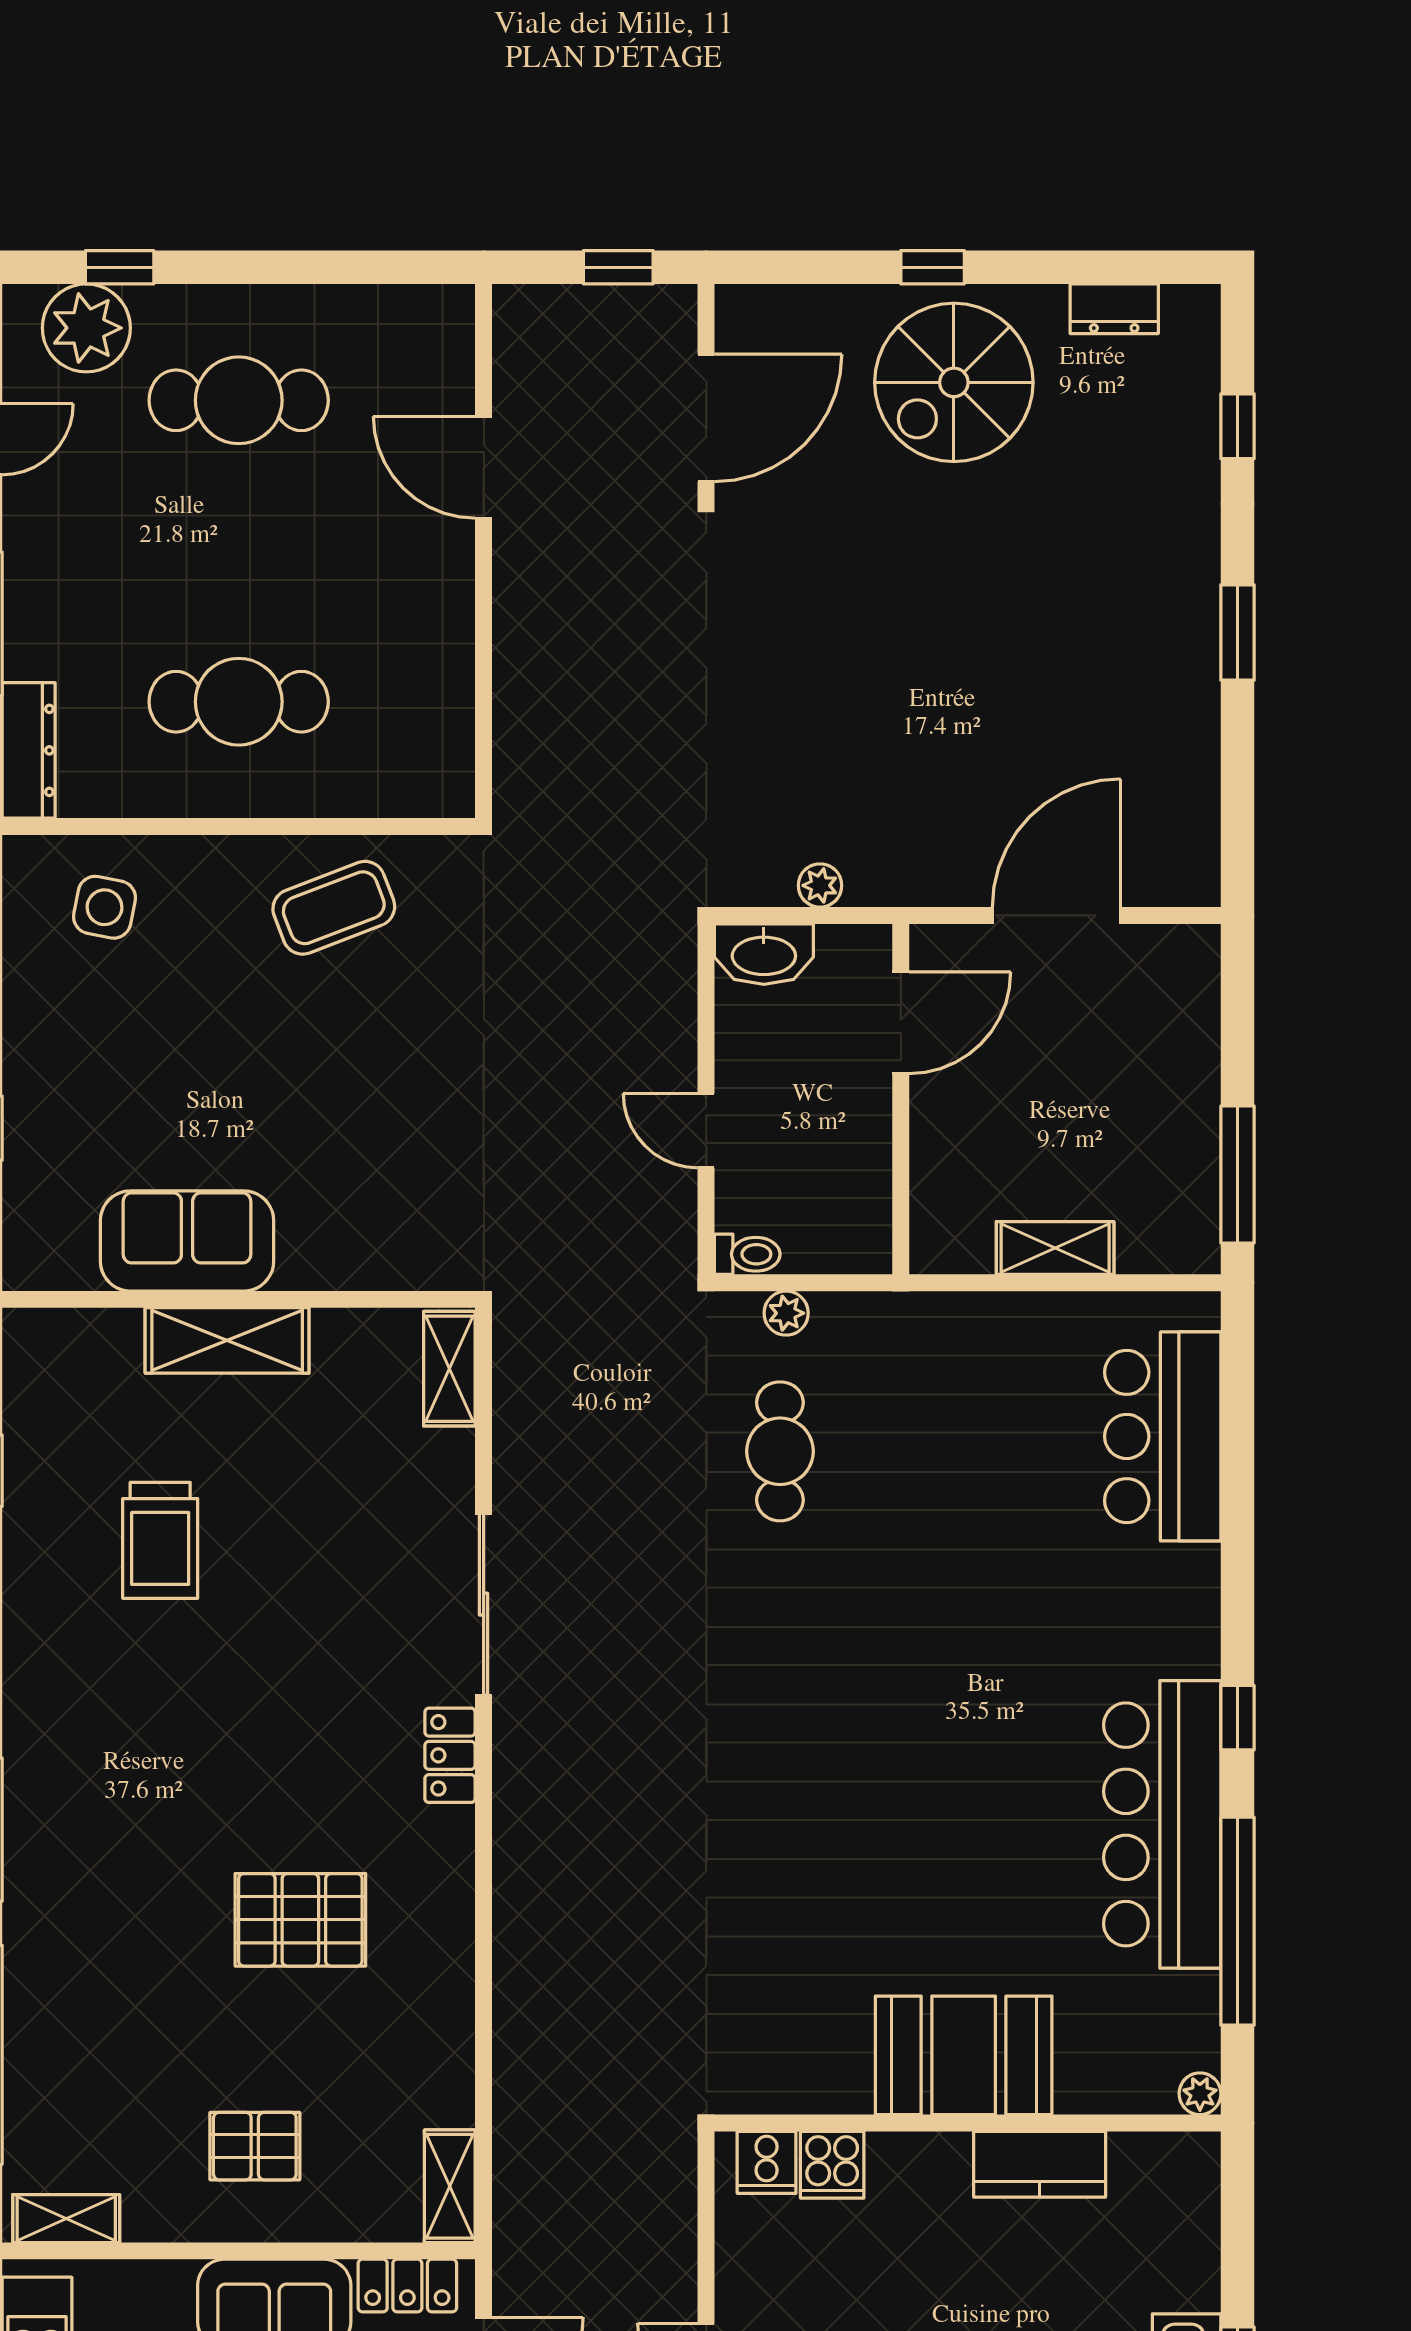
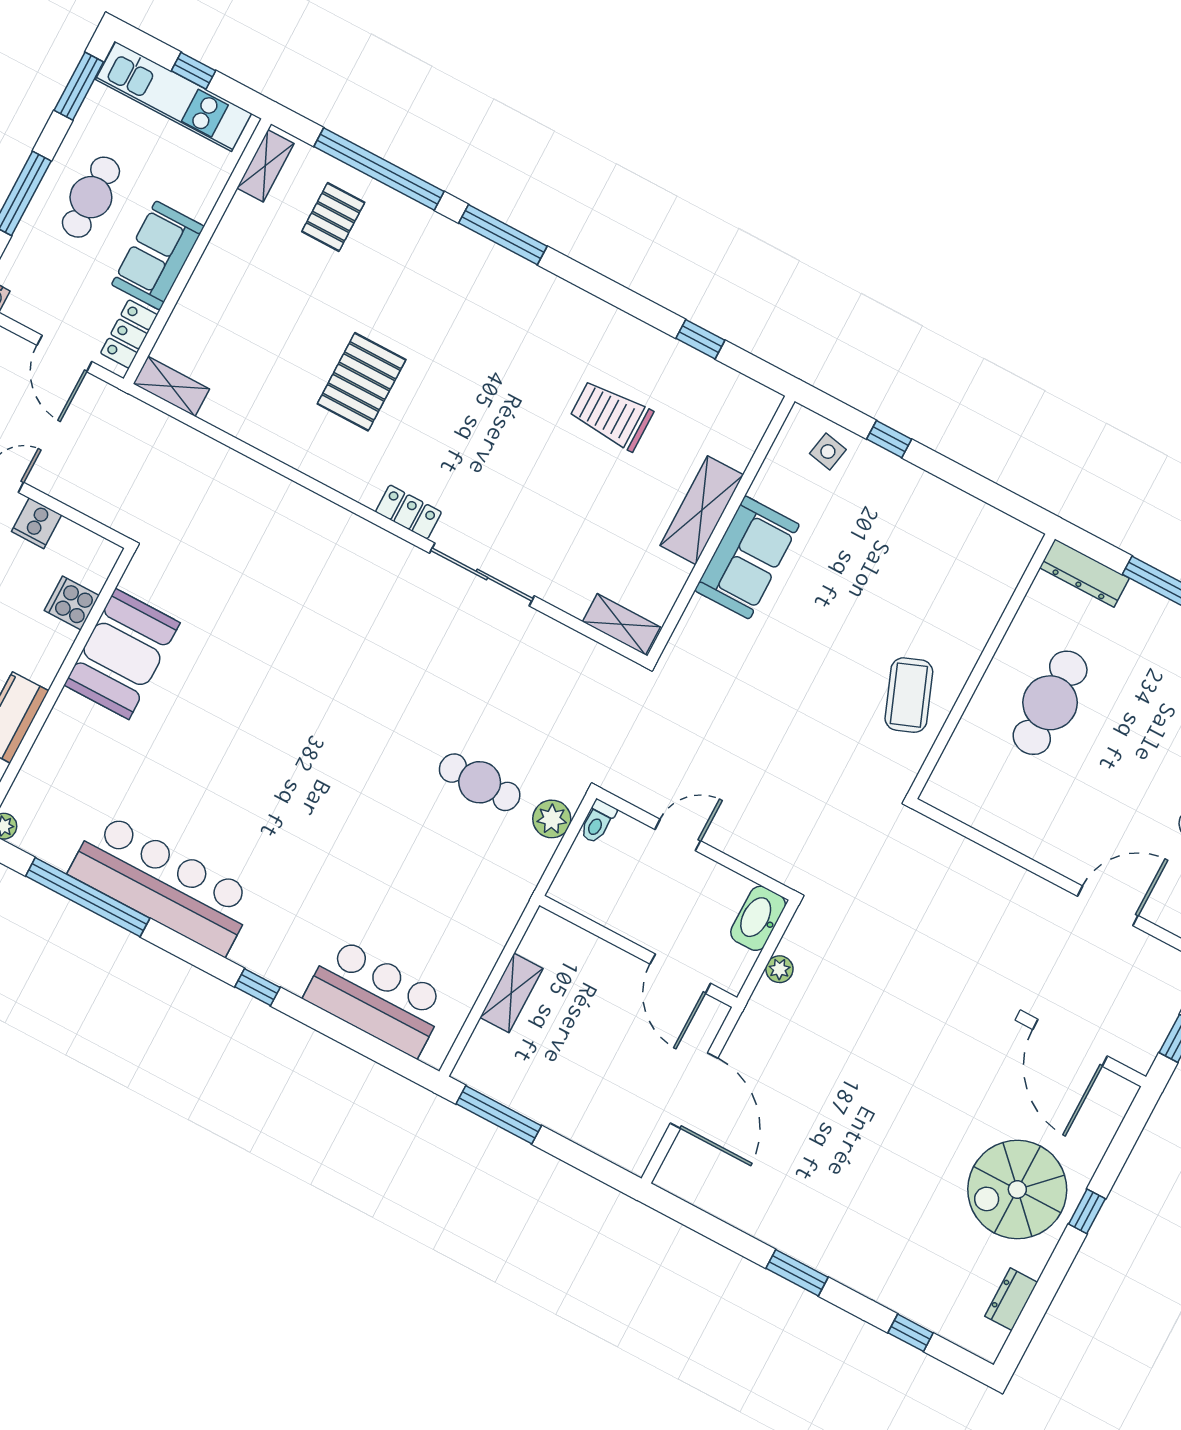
spiral stairs: (954, 382) -> (1017, 1189), turned -90
side table: (104, 907) -> (828, 452), moved, width x0.73, depth x0.73
sofa: (187, 1241) -> (747, 557), moved
plant: (786, 1313) -> (552, 819), width x1.38, depth x1.38
window: (1237, 1718) -> (258, 987), moved
booth: (964, 2055) -> (122, 654), moved
pallet: (255, 2146) -> (333, 217), moved
cooker: (767, 2162) -> (36, 523), moved, turned -90

